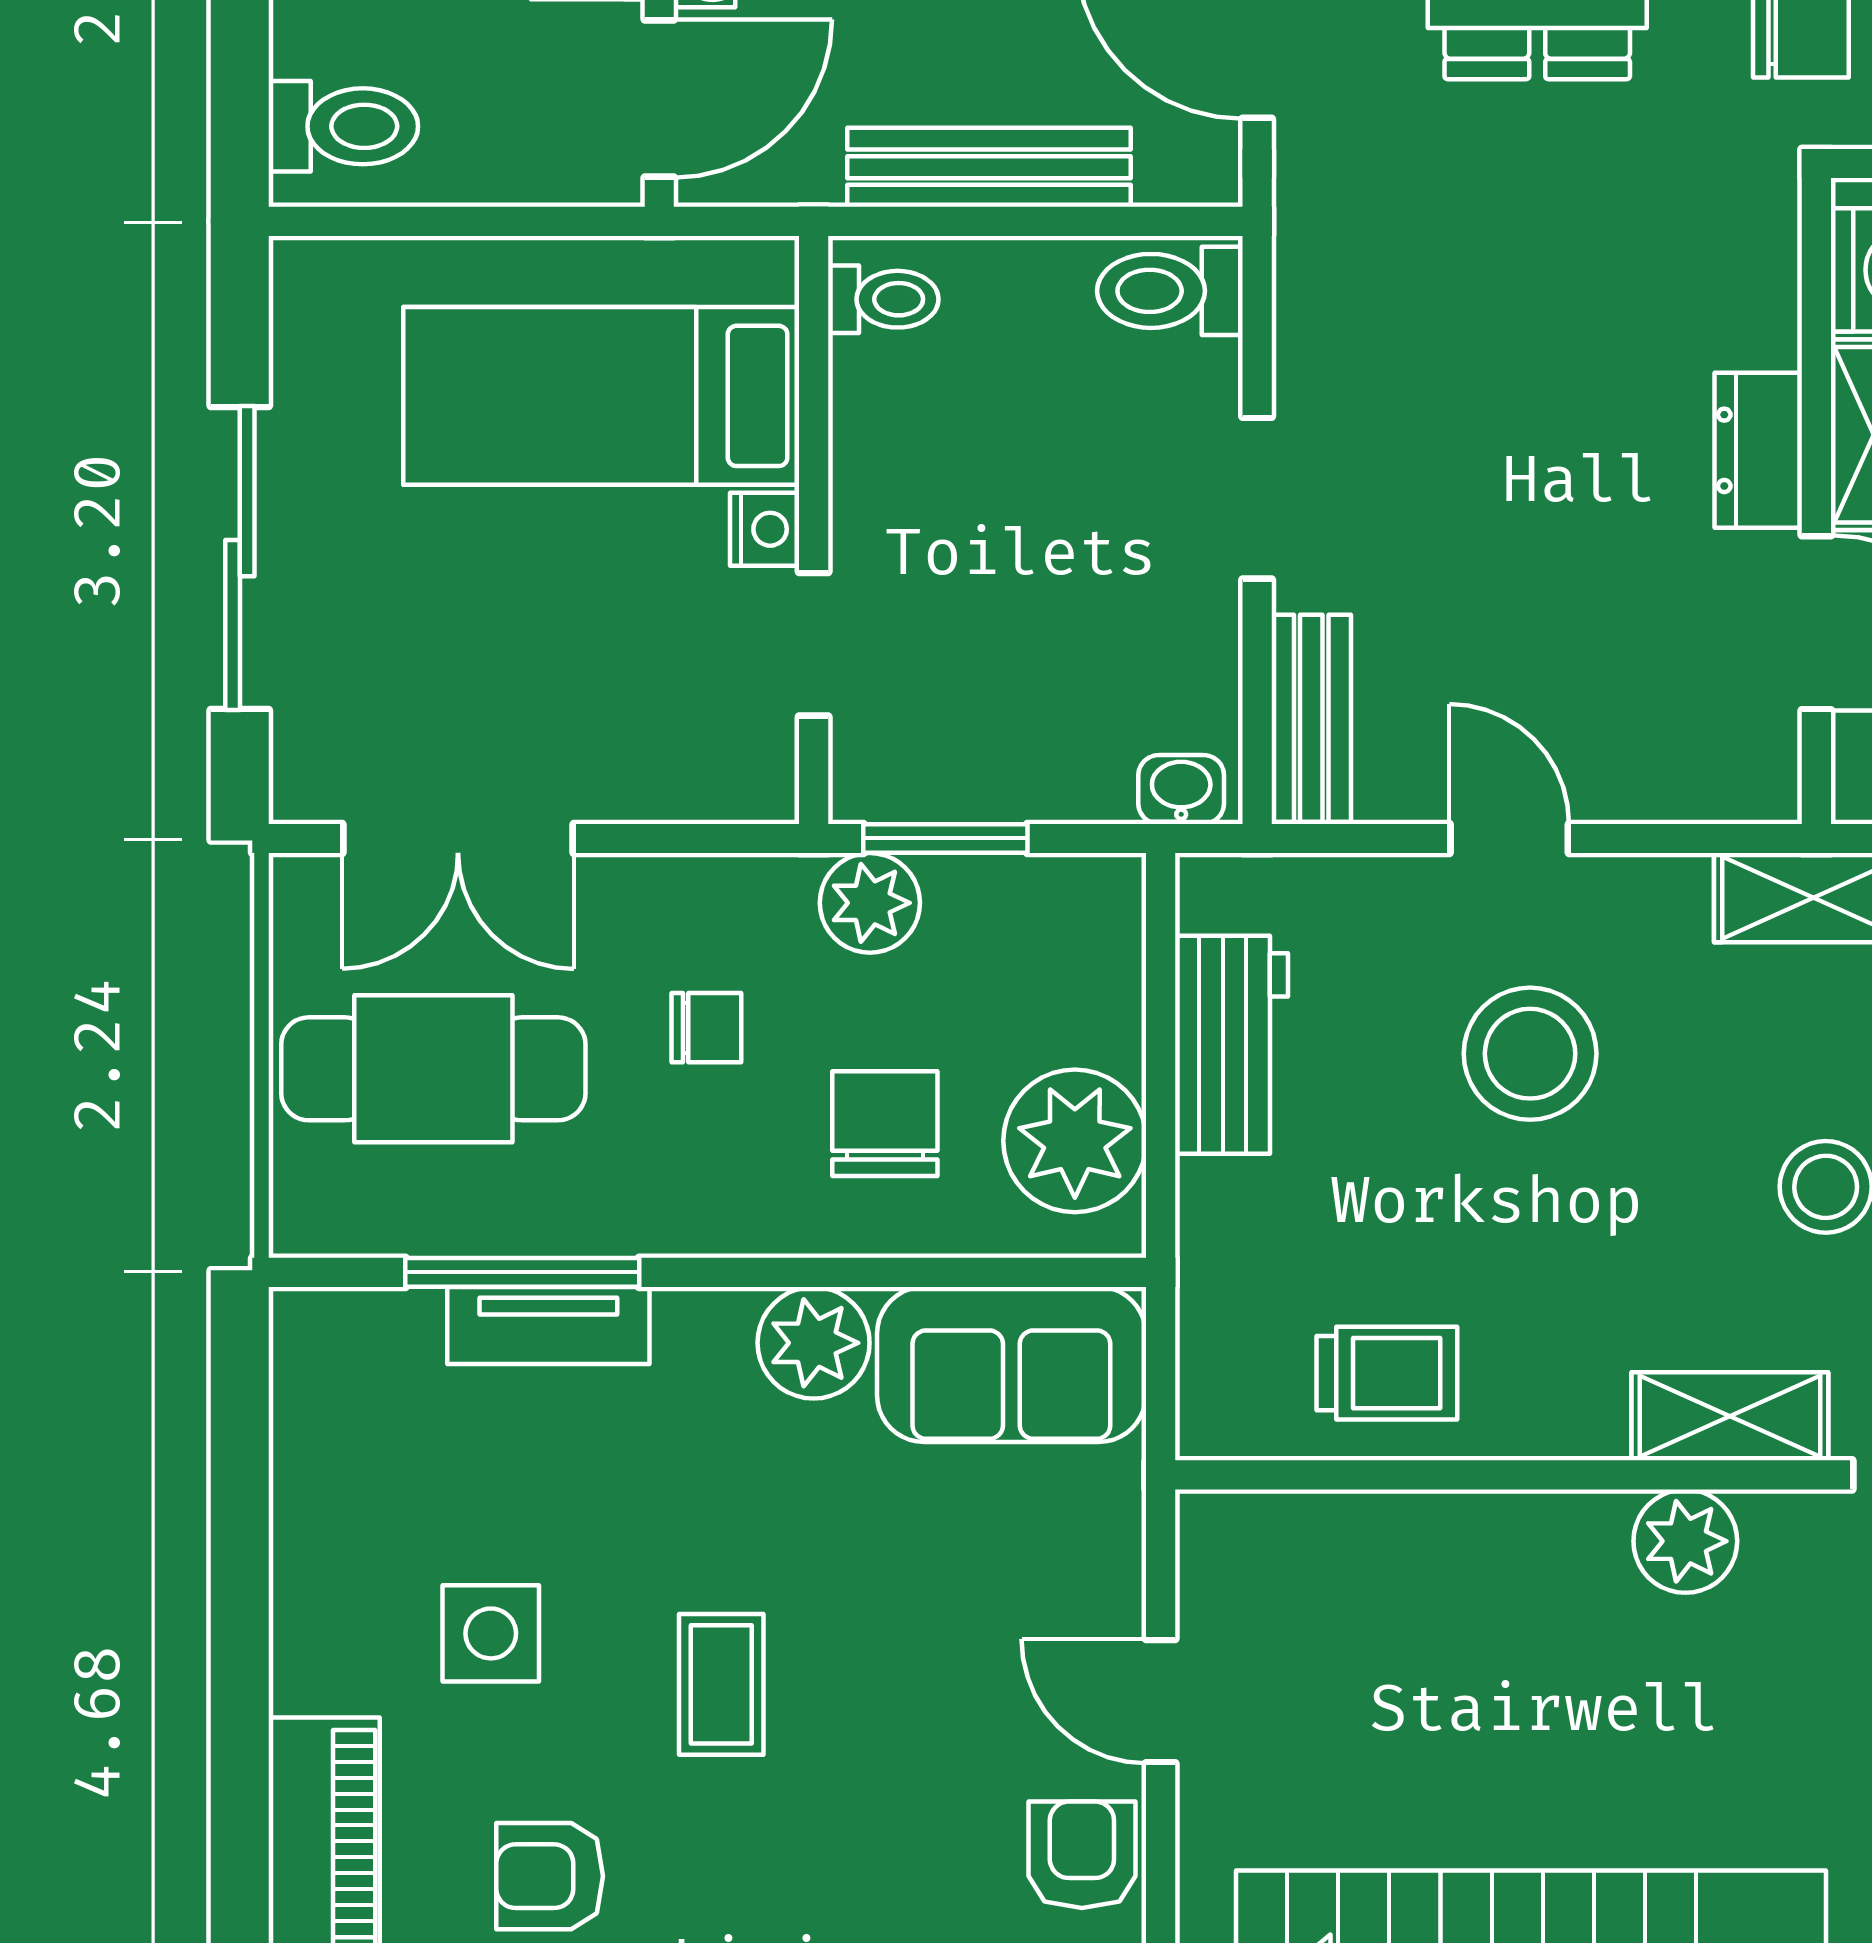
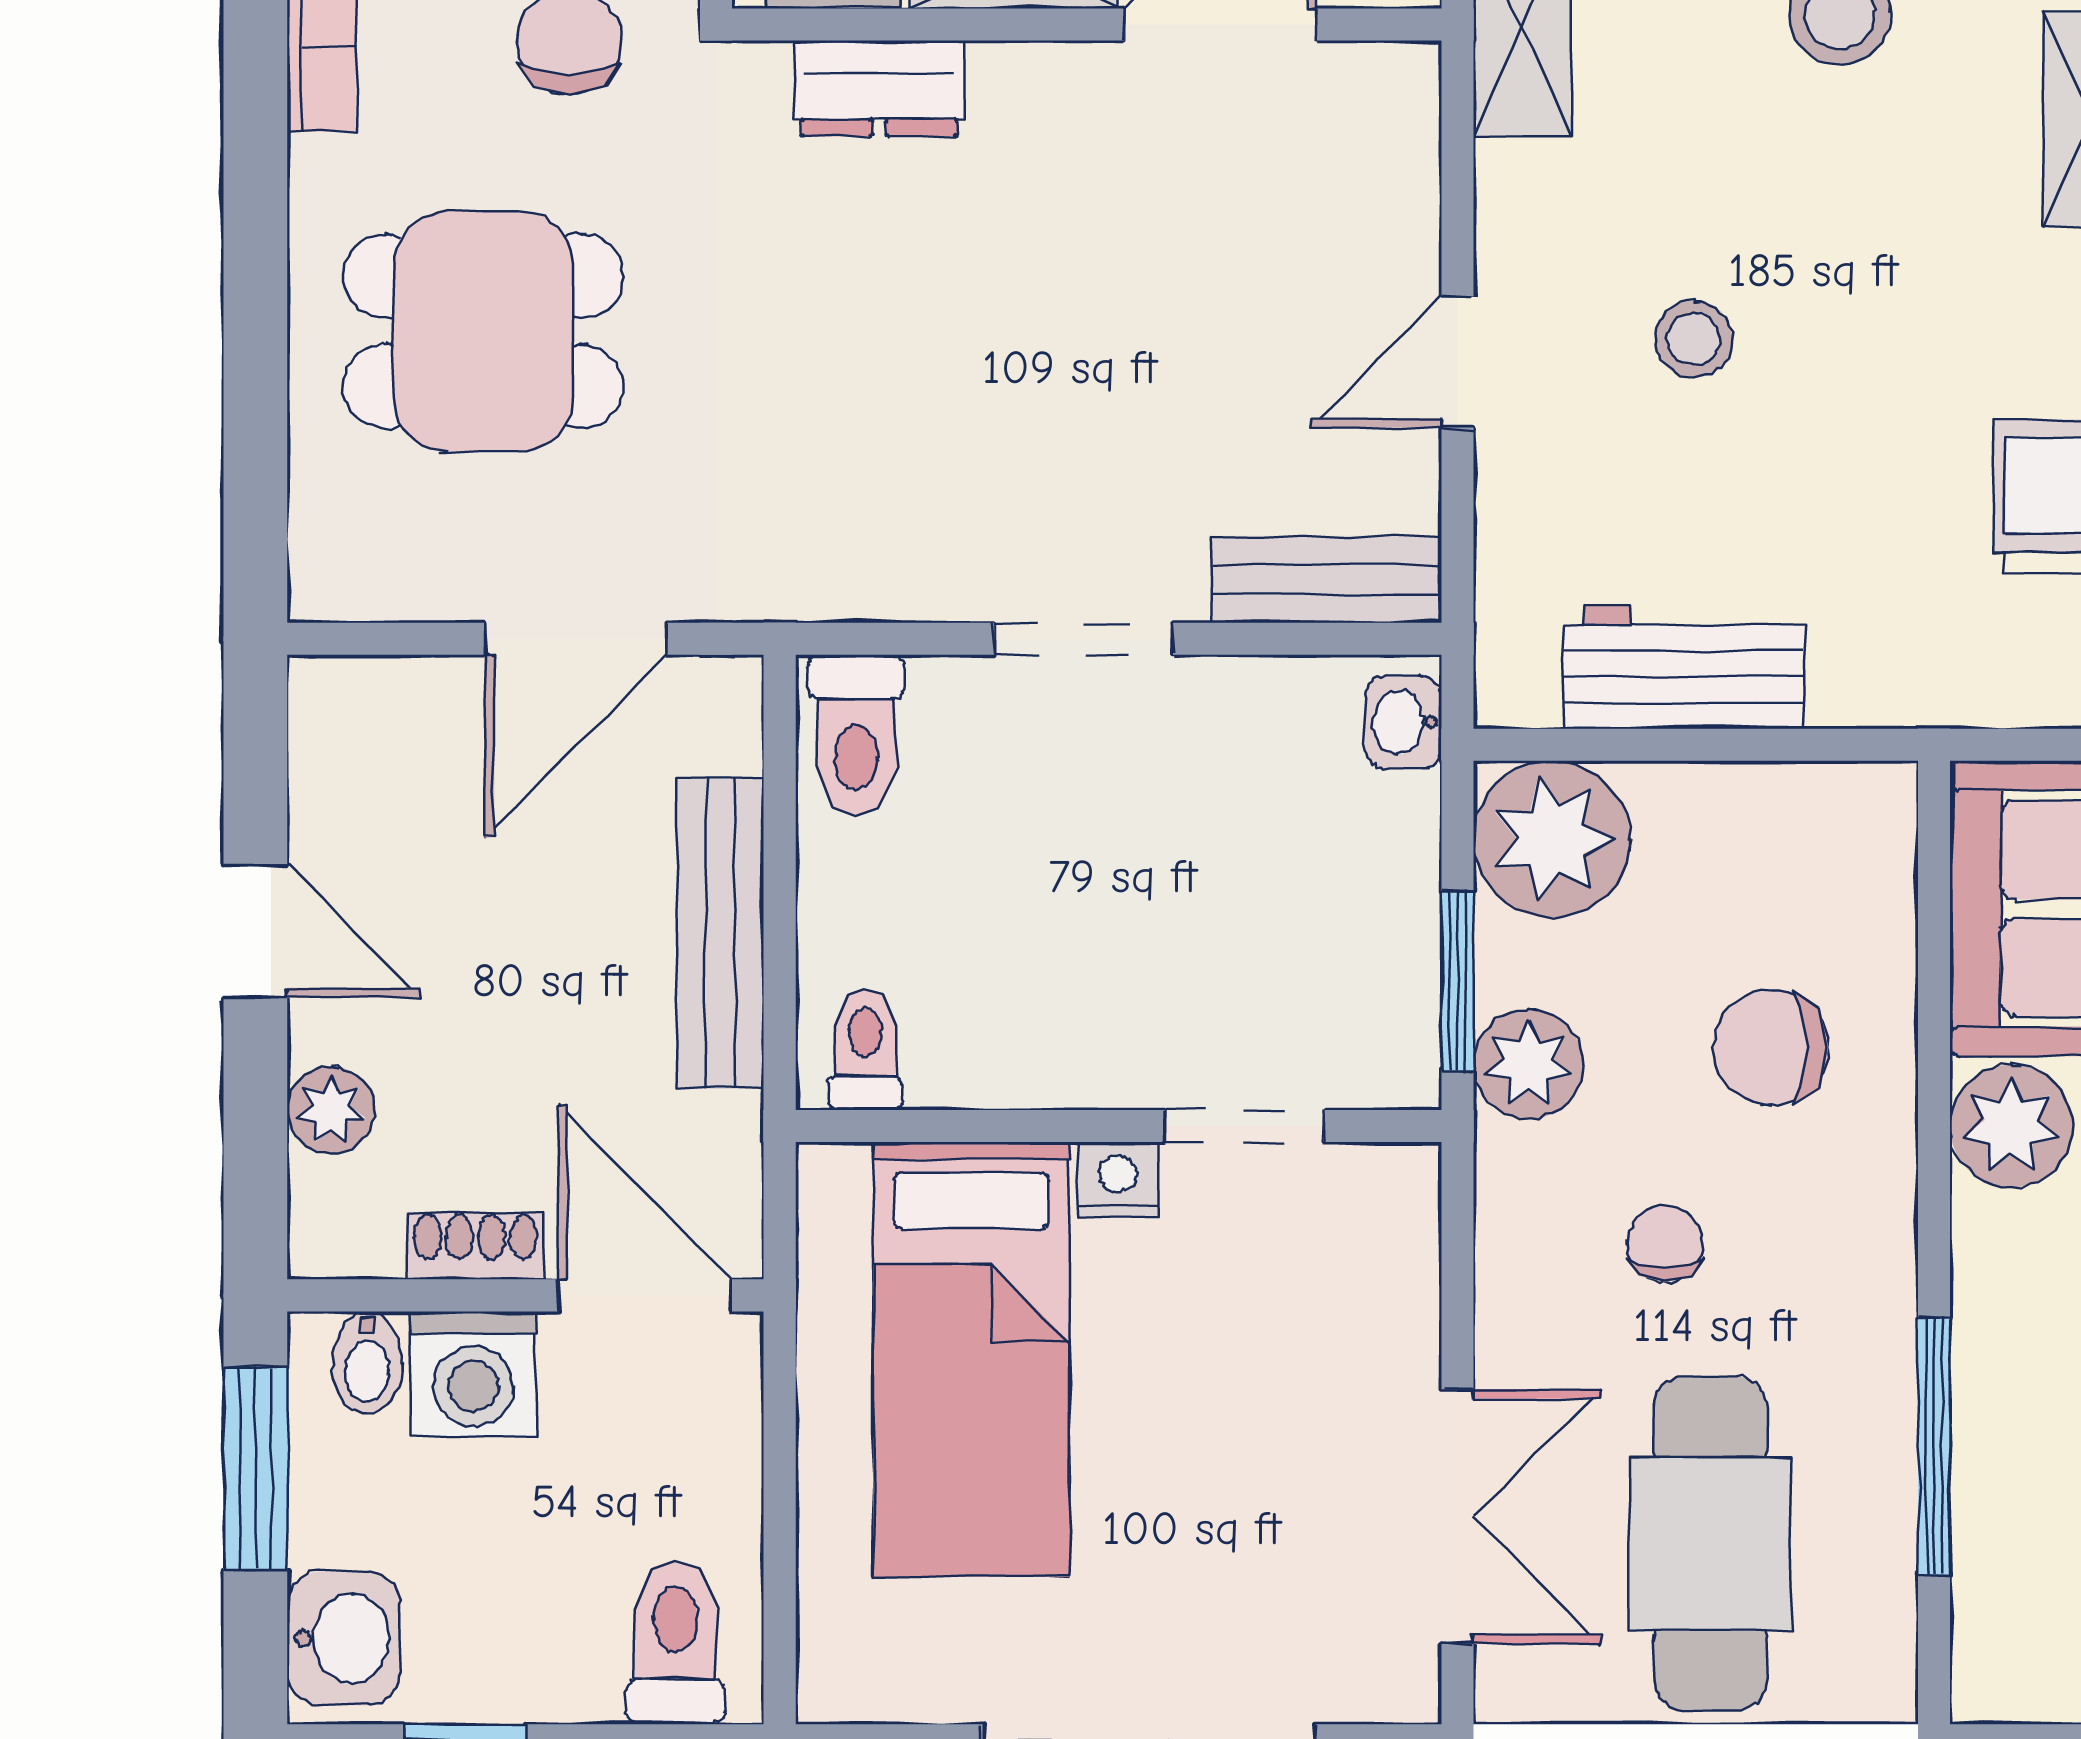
dresser: (1758, 450) -> (879, 88), moved
stool: (1530, 1054) -> (1694, 339), width x0.53, depth x0.53
plant: (1075, 1141) -> (1552, 839), moved
tv unit: (548, 1325) -> (1992, 1417), removed

